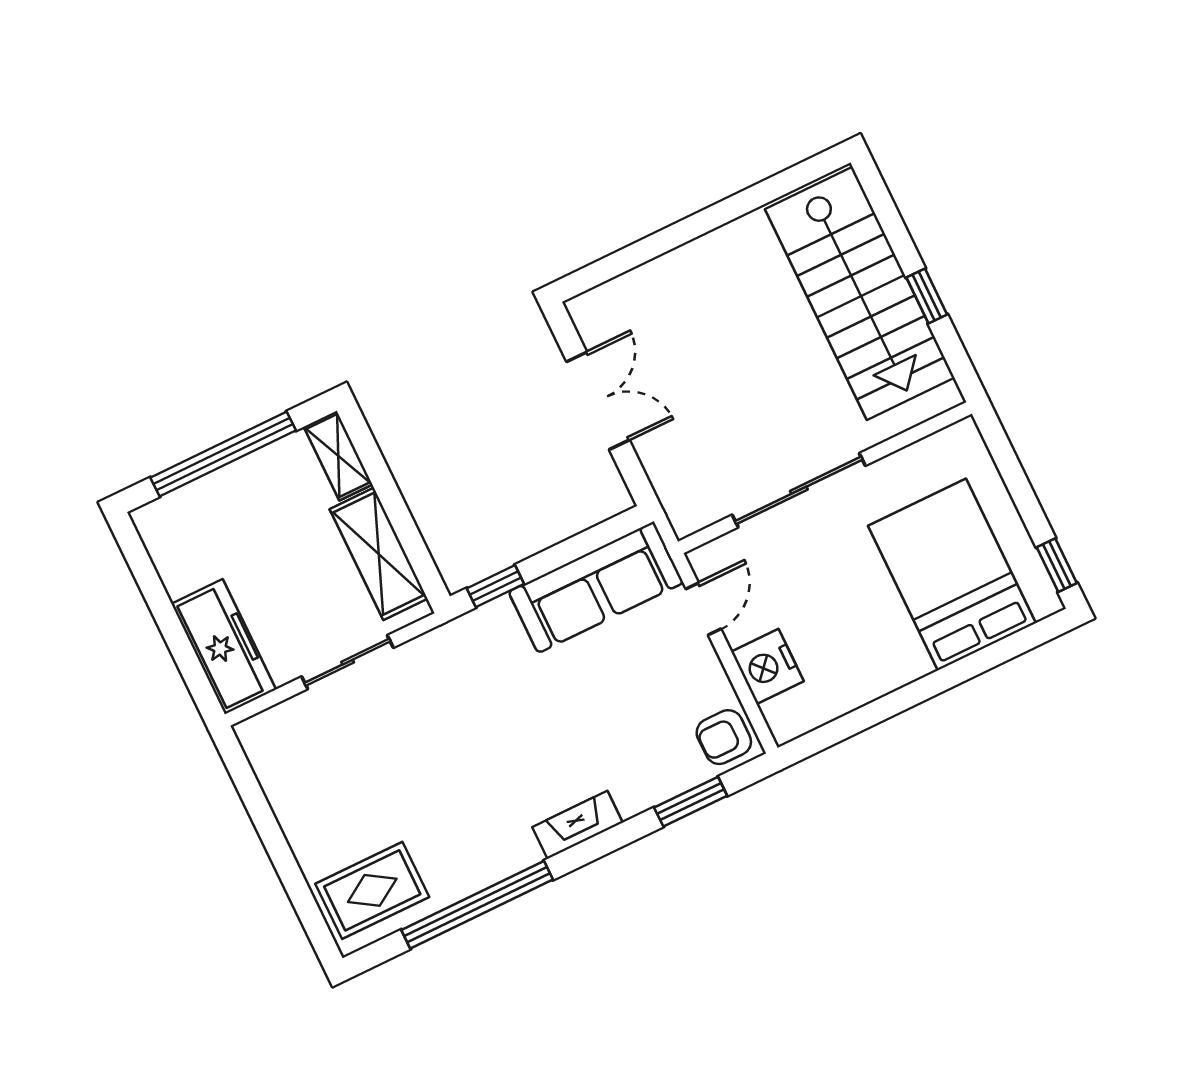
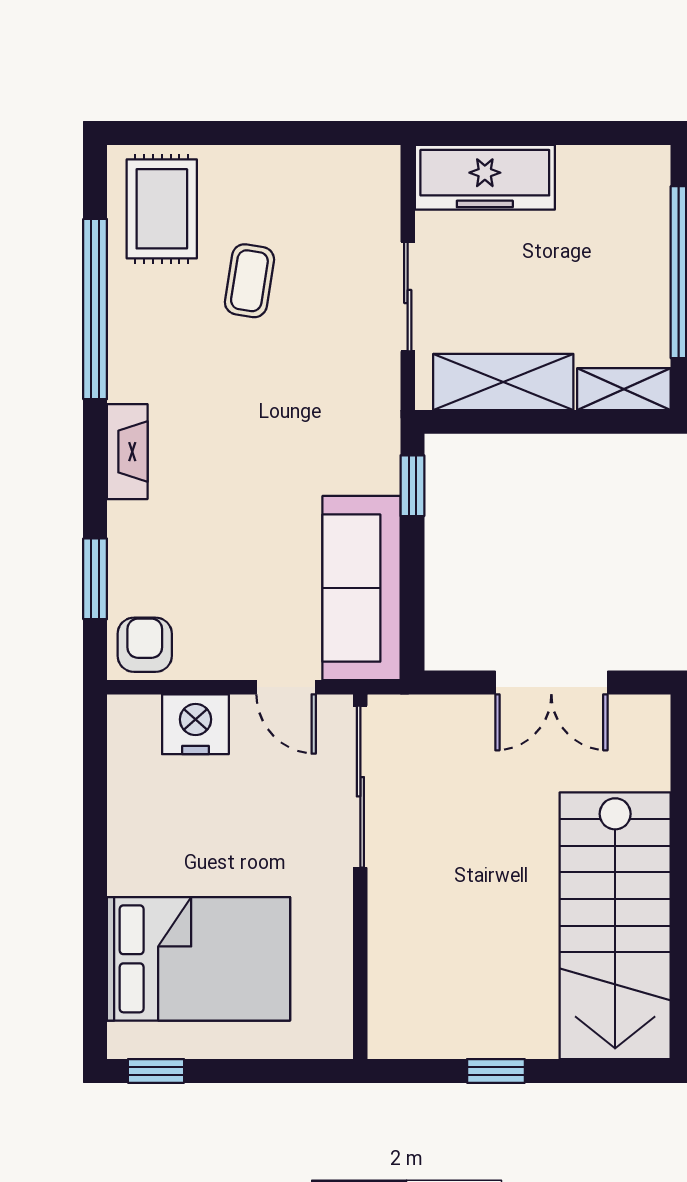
stairs: (860, 293) -> (615, 926), moved, turned -90
sliding door: (799, 490) -> (360, 787), moved
coffee table: (396, 793) -> (249, 281), added

